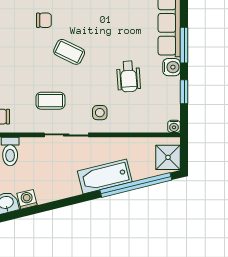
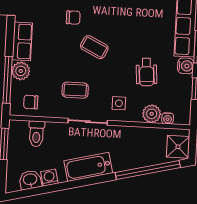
plant: (137, 122) -> (152, 114), added
water cooler: (174, 126) -> (168, 118), moved
bathtub: (105, 176) -> (88, 167), moved

